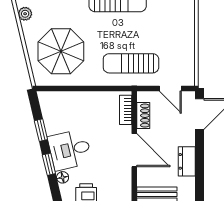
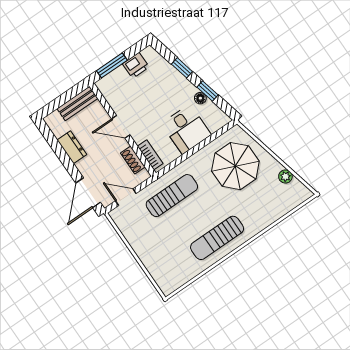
desk: (70, 150) -> (186, 129), moved, turned 103
door: (134, 150) -> (121, 127), width x0.73
floor lamp: (63, 177) -> (200, 98), moved

